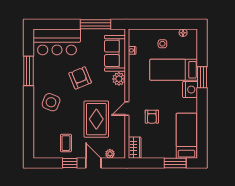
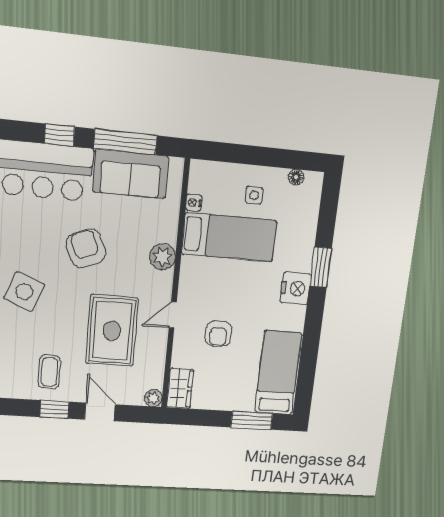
window: (64, 24) -> (59, 135), added
sofa: (115, 53) -> (131, 174), moved, turned -90
bed: (174, 70) -> (229, 237), moved, turned 180
plant: (110, 154) -> (153, 398), moved

